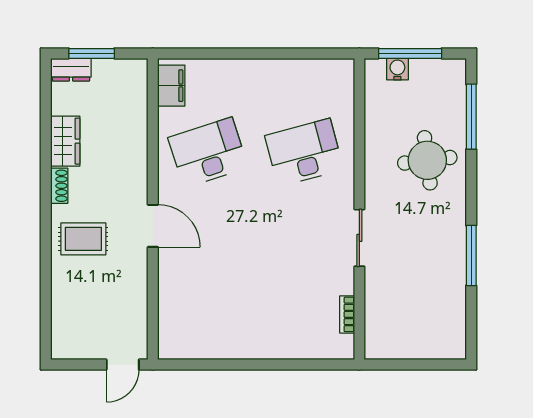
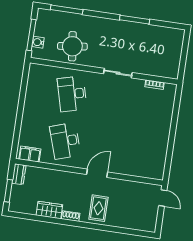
dresser: (71, 70) -> (19, 174), moved
round table: (427, 160) -> (72, 46), moved

